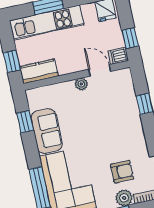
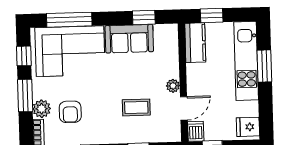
coffee table: (107, 113) -> (136, 107), added

